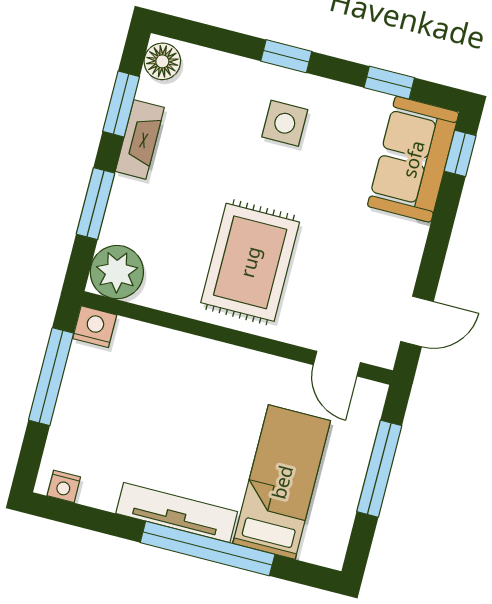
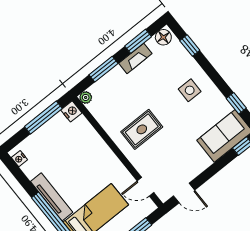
window: (286, 56) -> (190, 46), moved
rug: (250, 262) -> (142, 129), width x0.73, depth x0.70
plant: (117, 272) -> (86, 97), width x0.53, depth x0.53
door: (337, 364) -> (146, 187), hinge flipped

